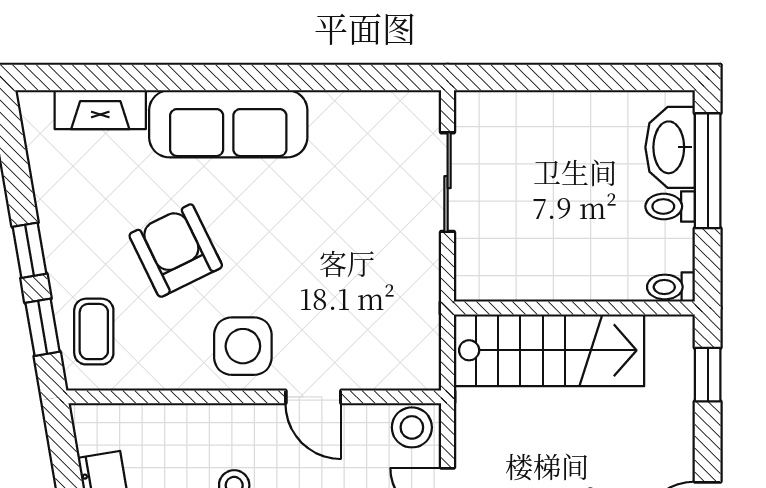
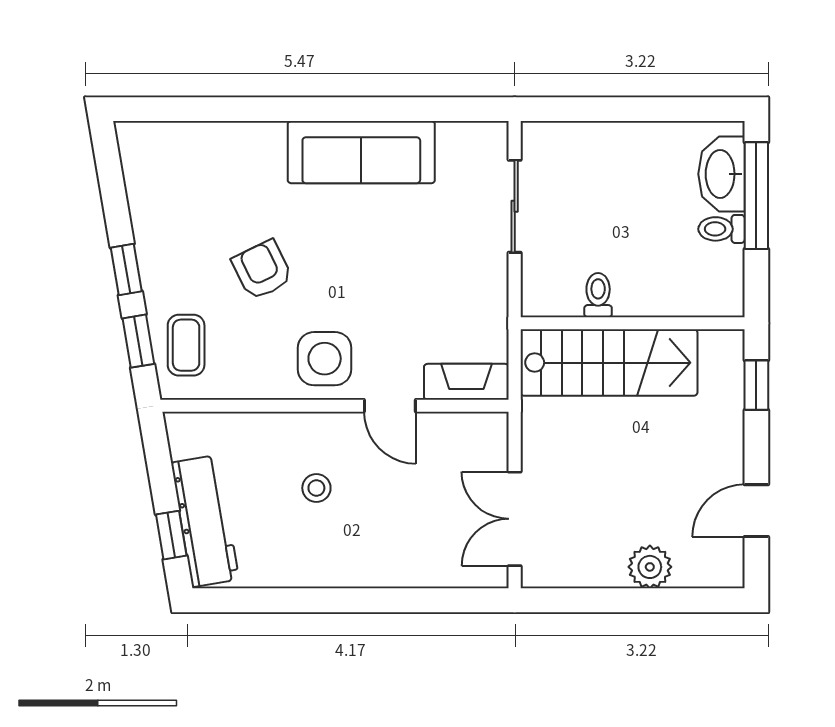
fireplace: (100, 110) -> (466, 382), moved, turned 180
sofa: (228, 124) -> (361, 152), moved
armchair: (176, 251) -> (262, 270), width x0.72, depth x0.72
toilet: (671, 287) -> (598, 295), moved, turned 90
stool: (412, 427) -> (482, 434), removed

